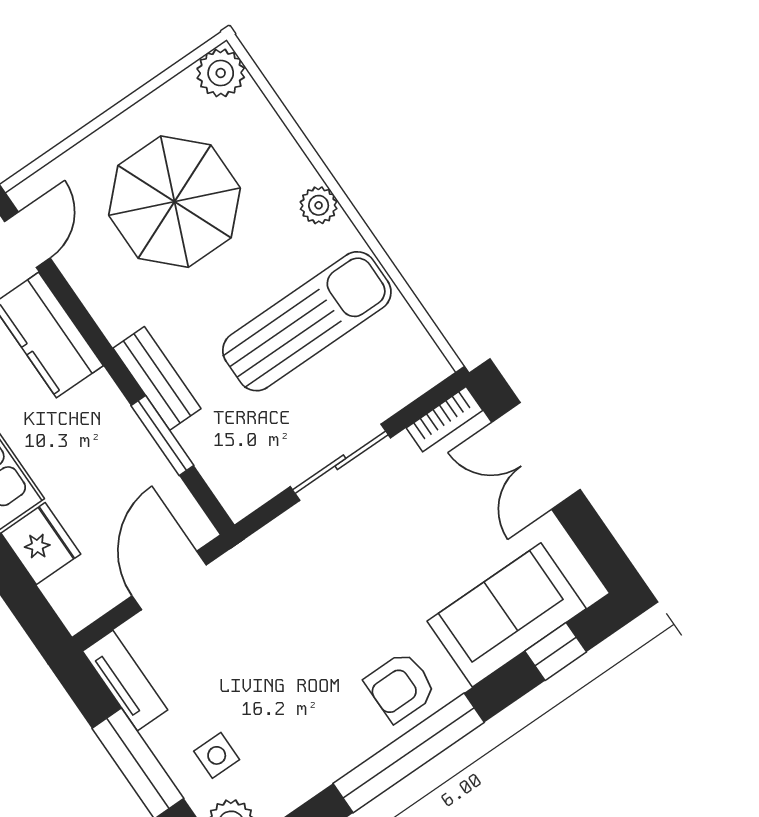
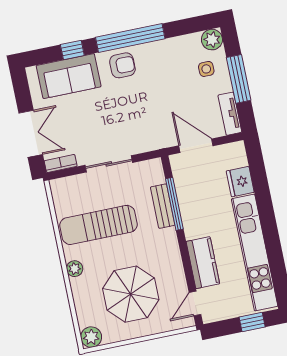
bench: (157, 378) -> (163, 206), moved
window: (162, 436) -> (174, 204), width x1.44
door: (169, 580) -> (196, 146), swing flipped
window: (556, 652) -> (72, 50), moved

